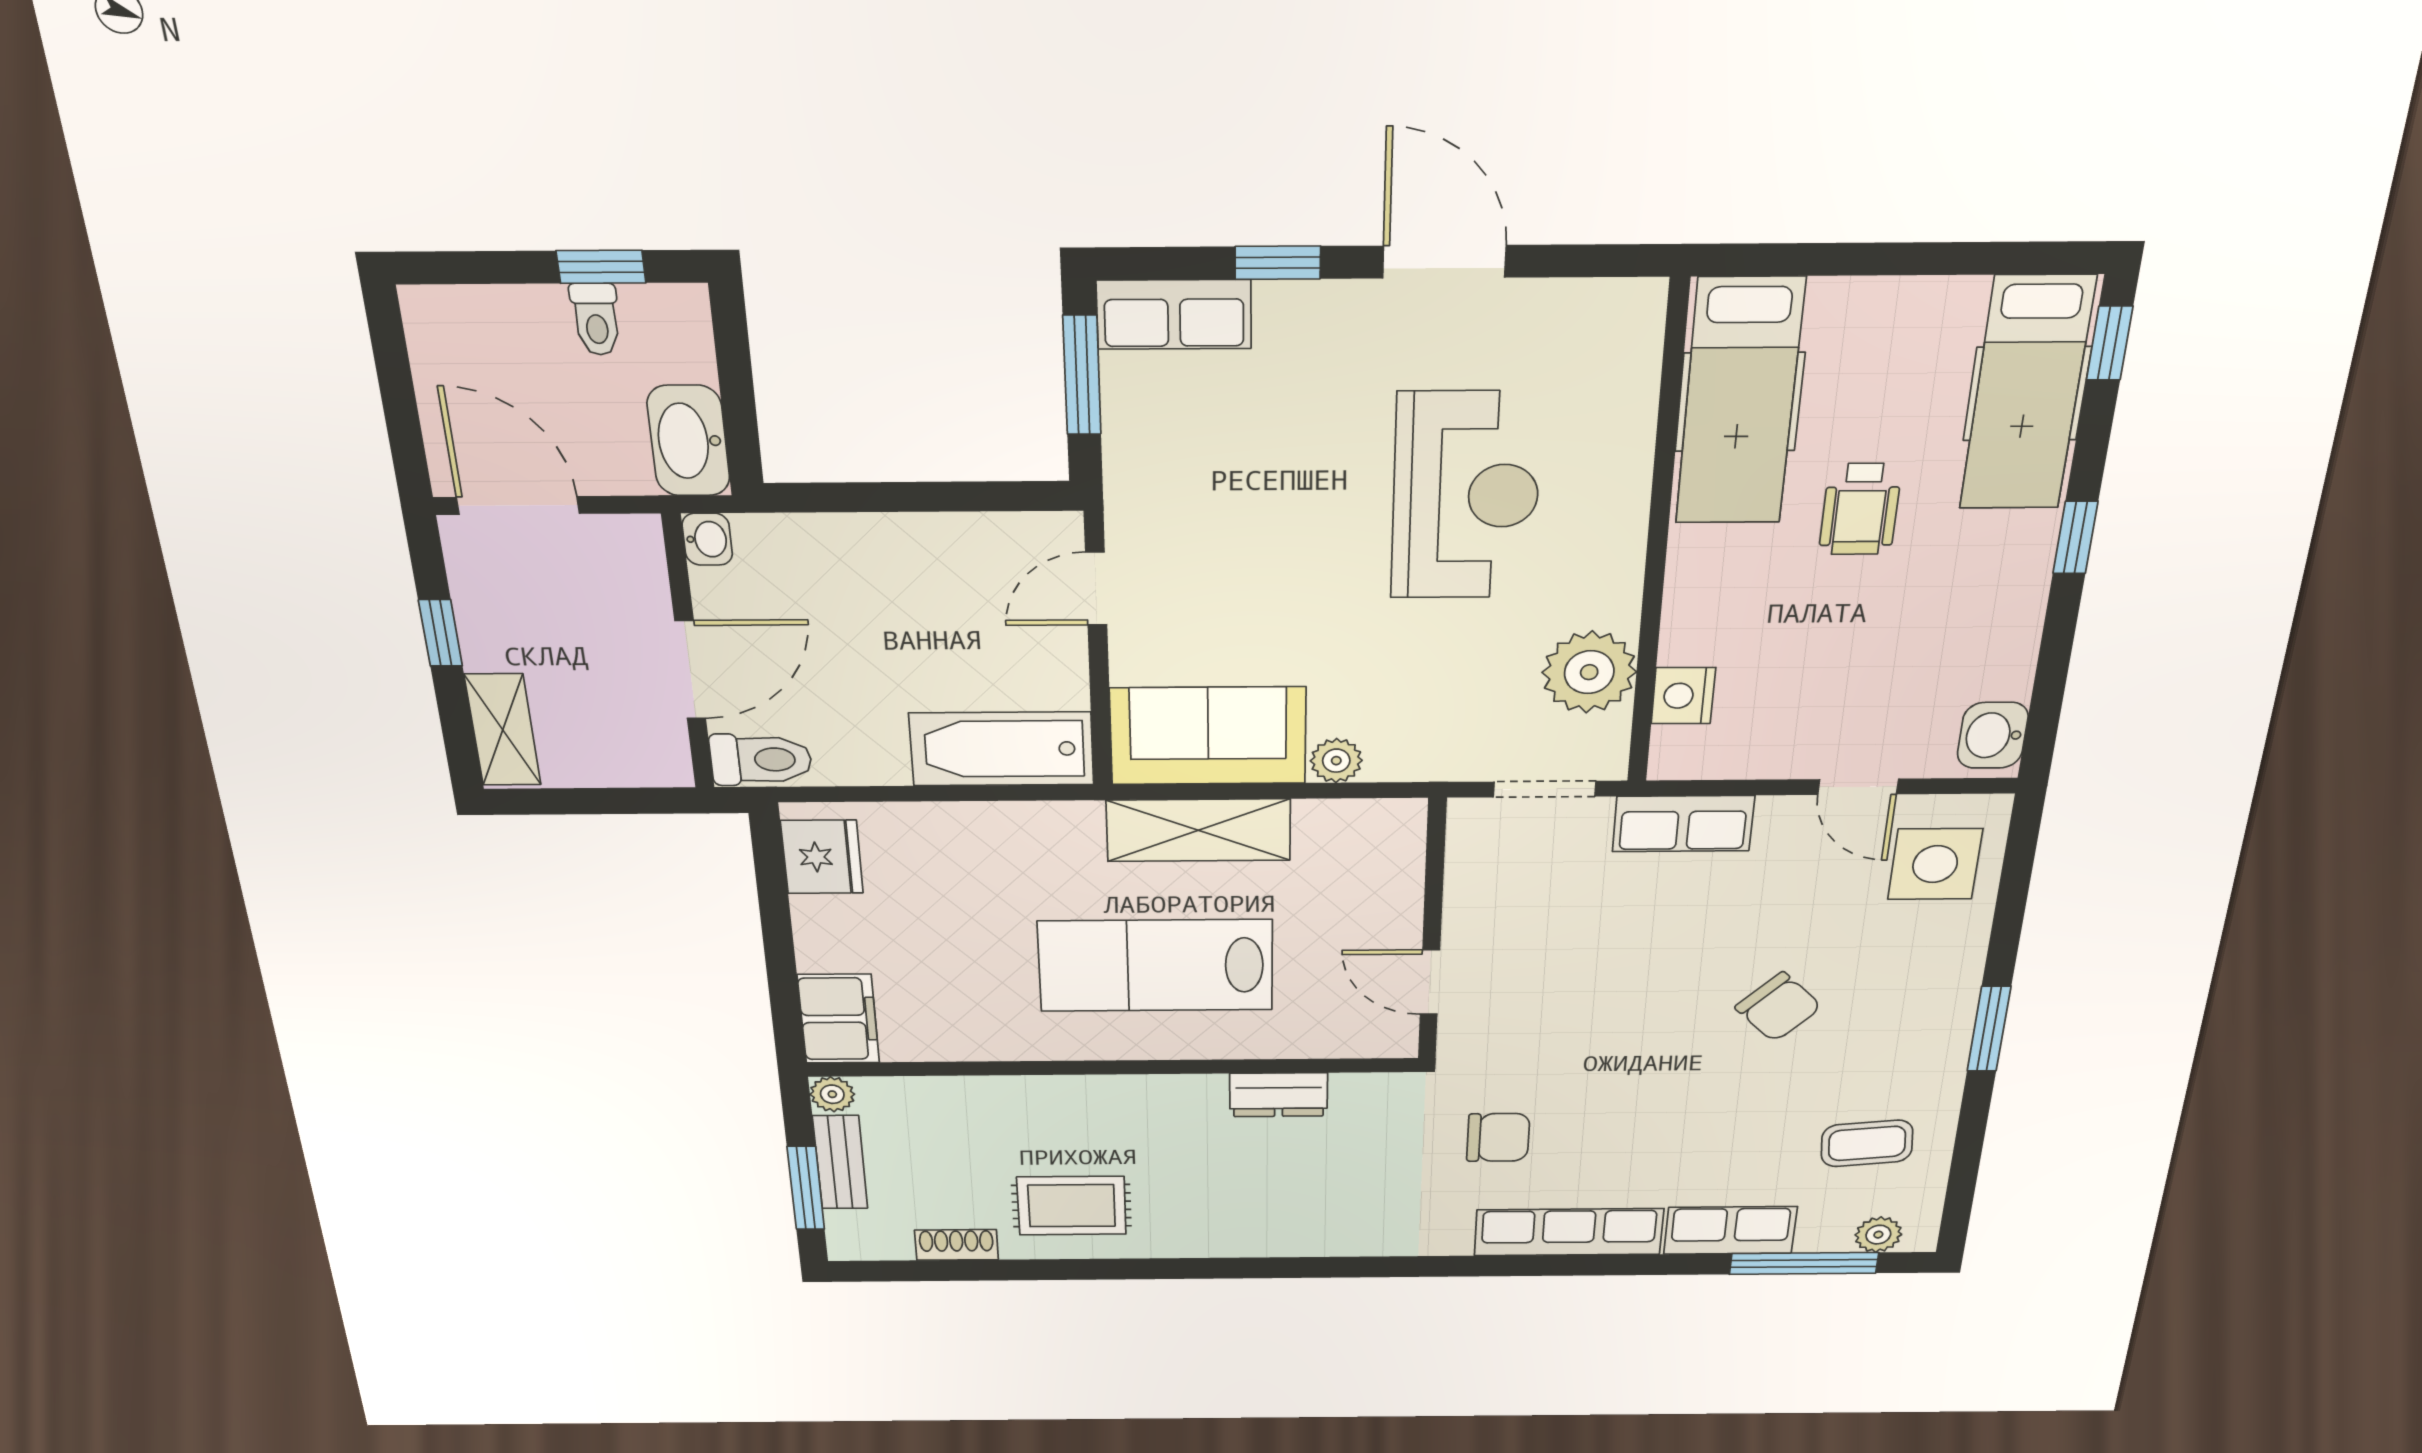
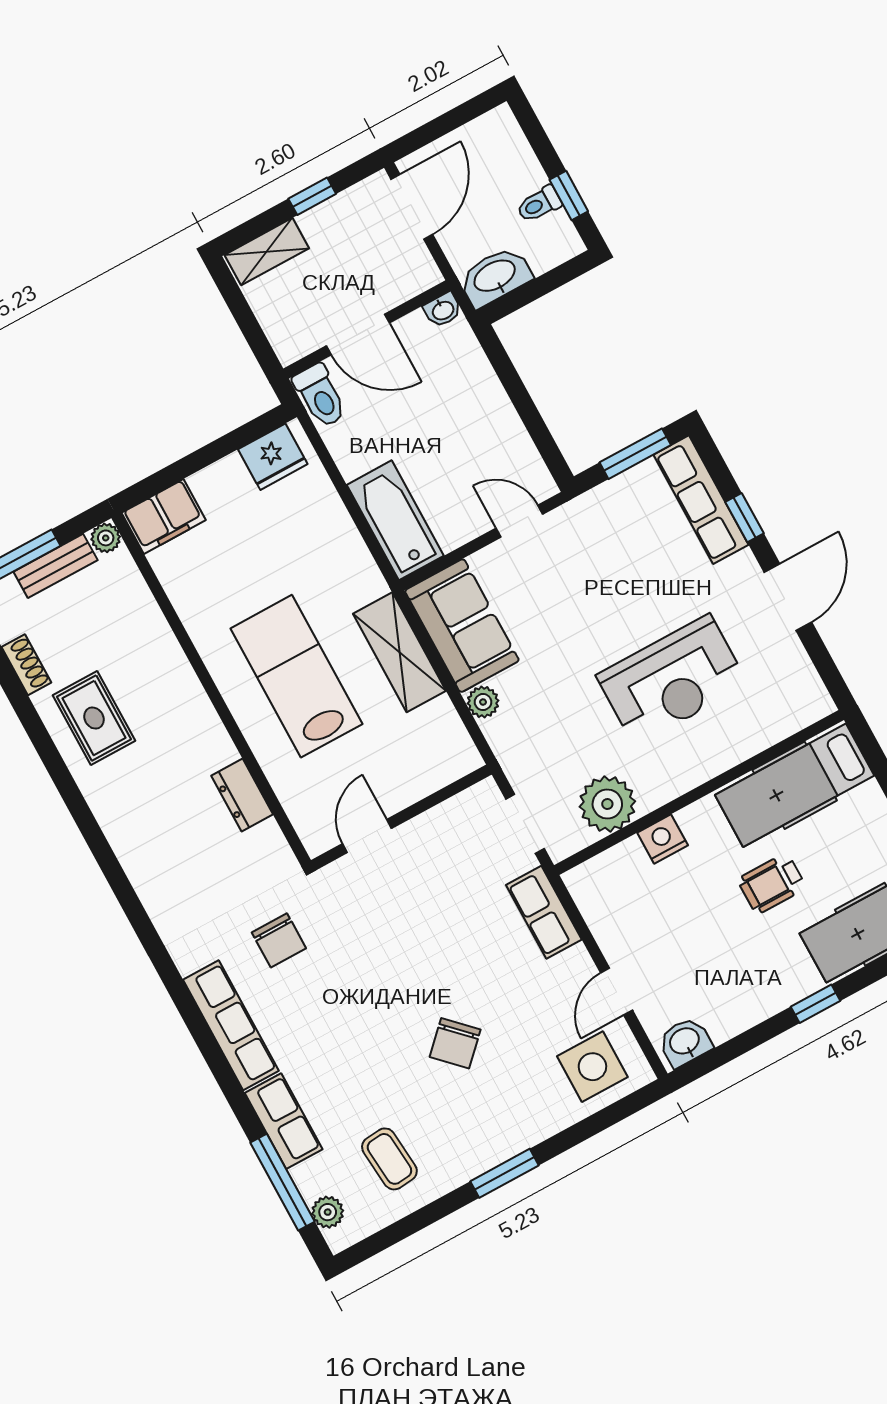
row of seats: (1174, 314) -> (701, 500), width x1.48
nightstand: (1683, 696) -> (663, 839), moved

